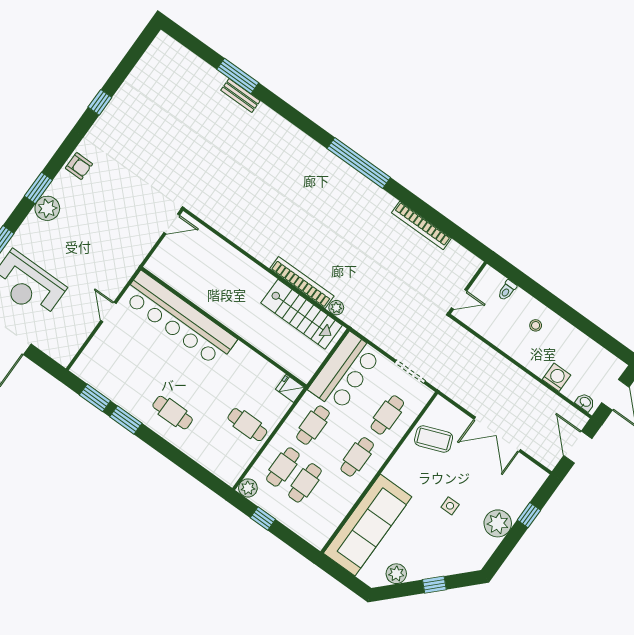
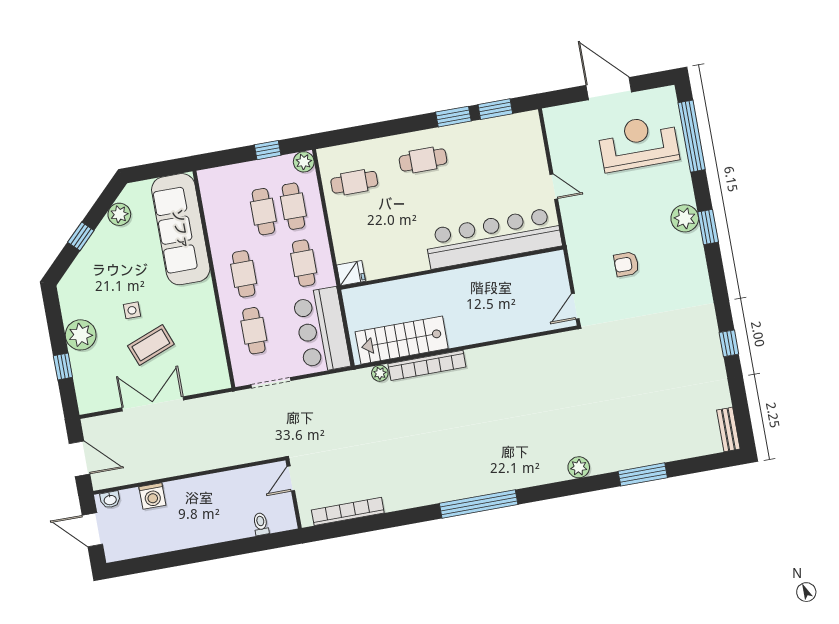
bench: (240, 96) -> (728, 429), moved, turned 90
plant: (273, 122) -> (579, 467), added
armchair: (79, 166) -> (626, 264), moved
bookcase: (421, 225) -> (348, 511), moved
stool: (536, 325) -> (210, 520), removed
cafe table: (247, 425) -> (354, 182), moved
coffee table: (434, 439) -> (151, 345), moved

